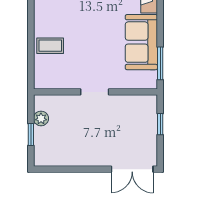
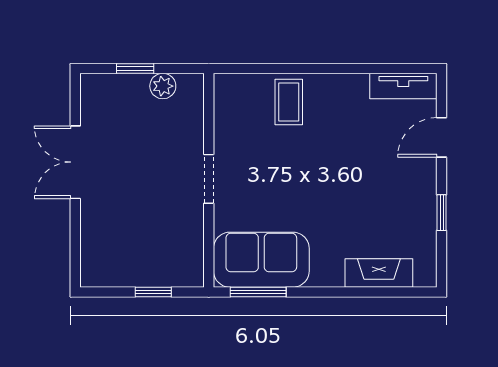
sofa: (141, 42) -> (261, 260), moved
double door: (132, 169) -> (75, 162), moved

